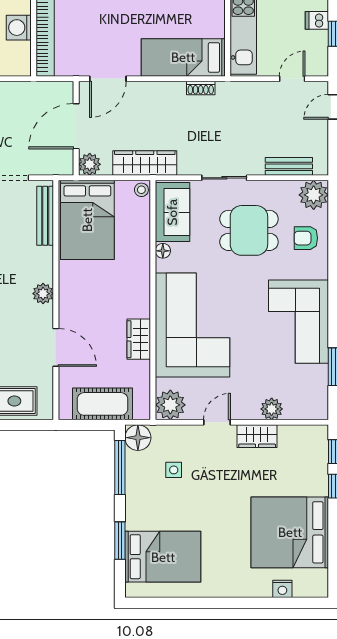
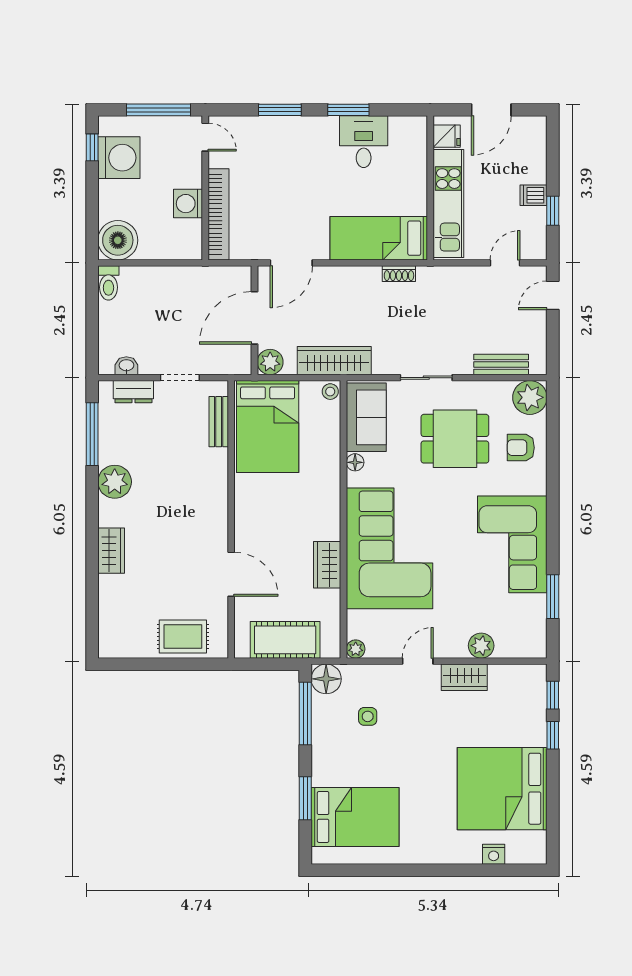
bench: (45, 216) -> (219, 422), width x0.73
plant: (43, 294) -> (216, 512), removed
plant: (170, 405) -> (356, 649), width x0.53, depth x0.53

